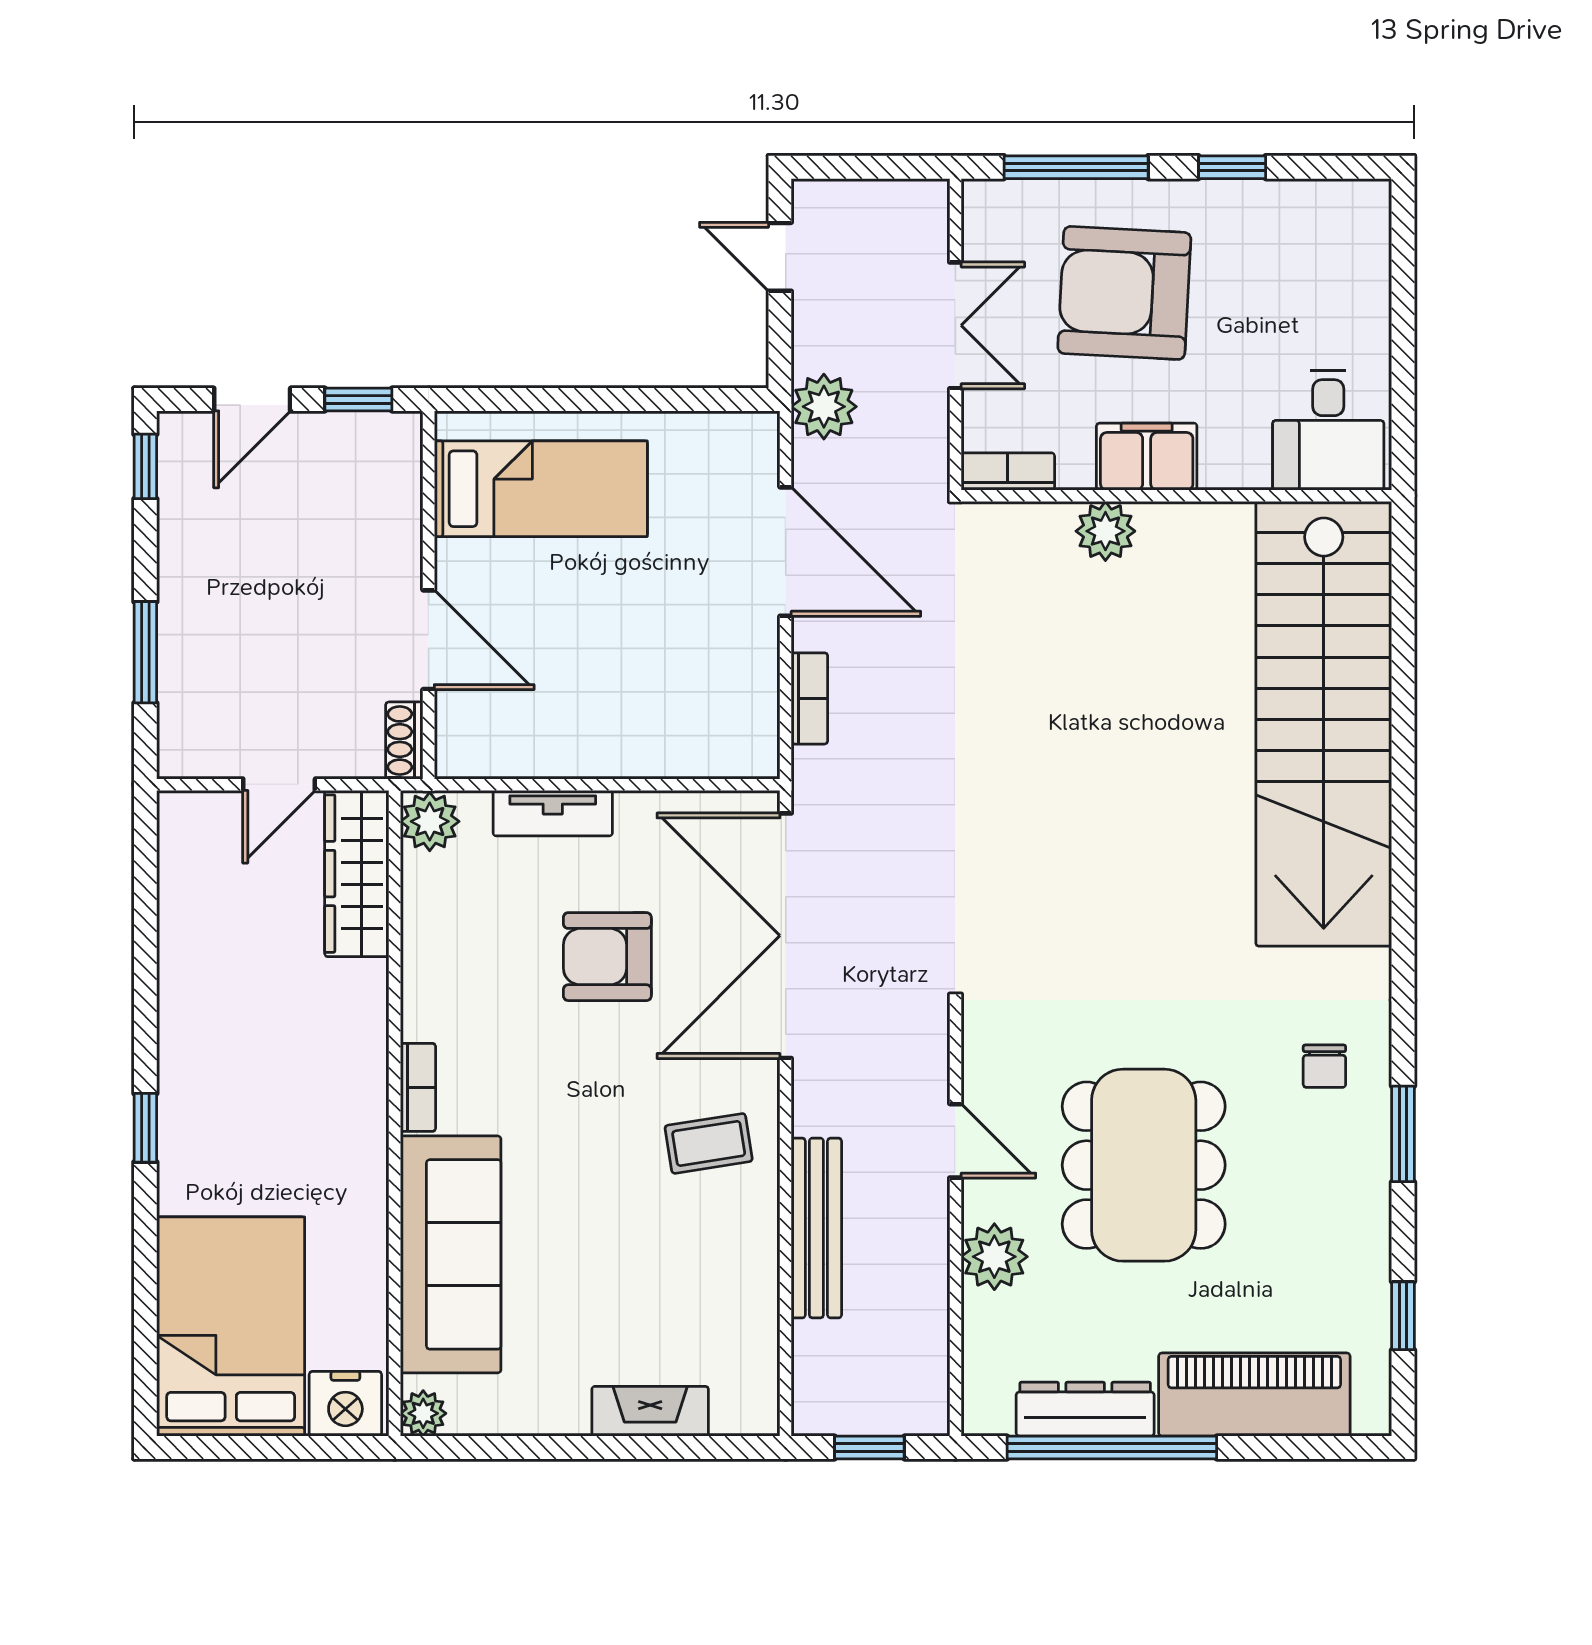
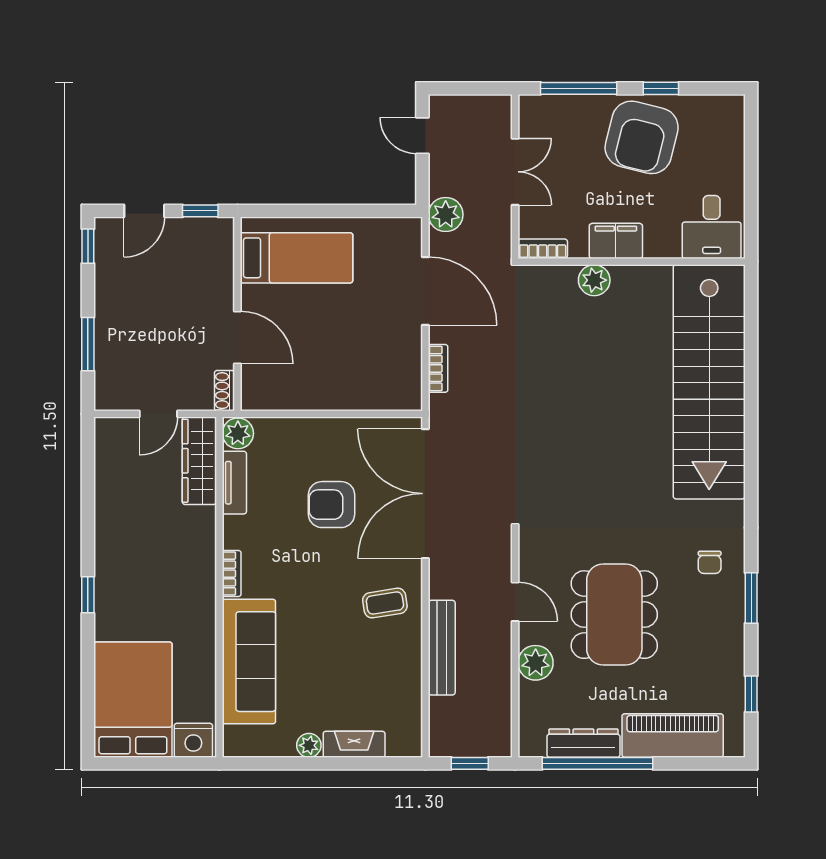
armchair: (1124, 293) -> (642, 137), moved, turned -79
tv unit: (553, 813) -> (234, 483), moved, turned -90
plant: (423, 1413) -> (309, 745), moved

